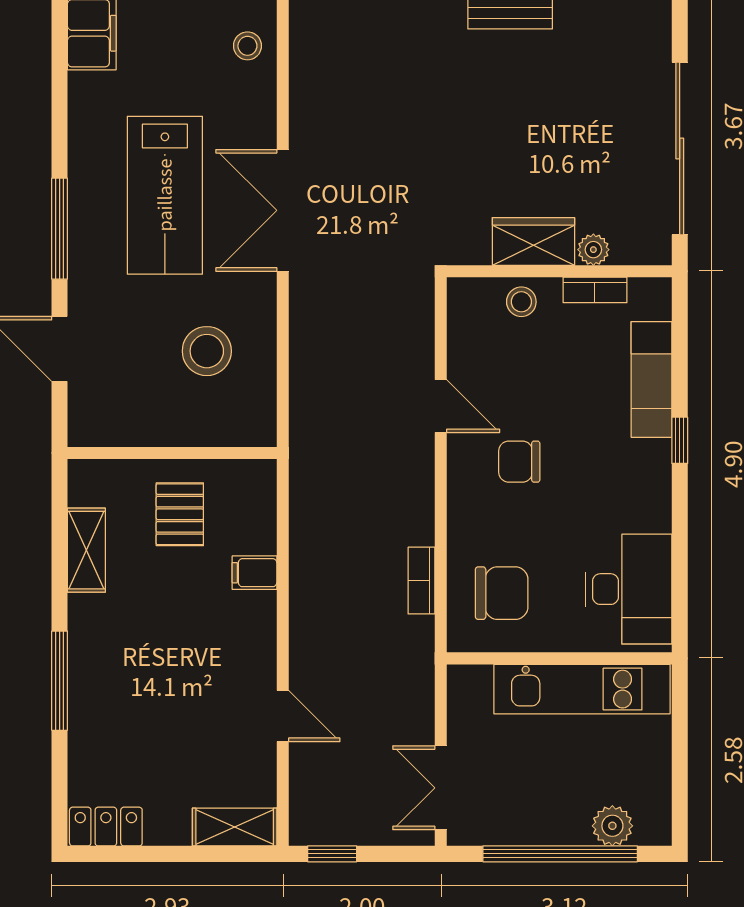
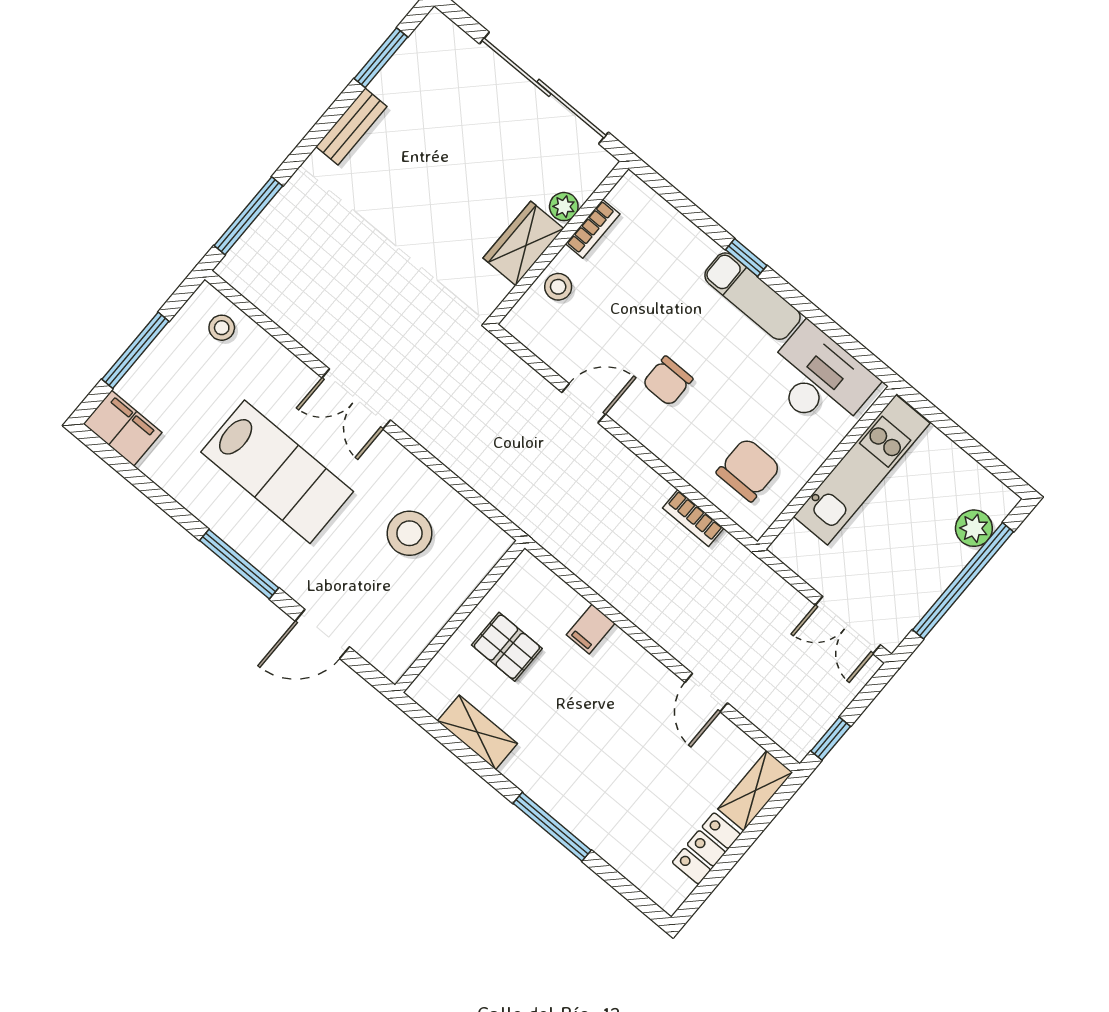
double door: (283, 210) -> (356, 399), width x0.73
exam couch: (652, 379) -> (752, 296), moved
door: (283, 716) -> (706, 693), swing flipped
locker: (106, 827) -> (706, 848), moved

